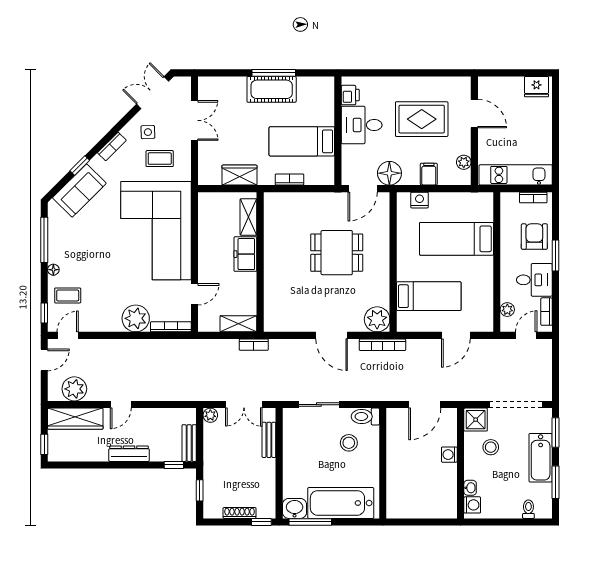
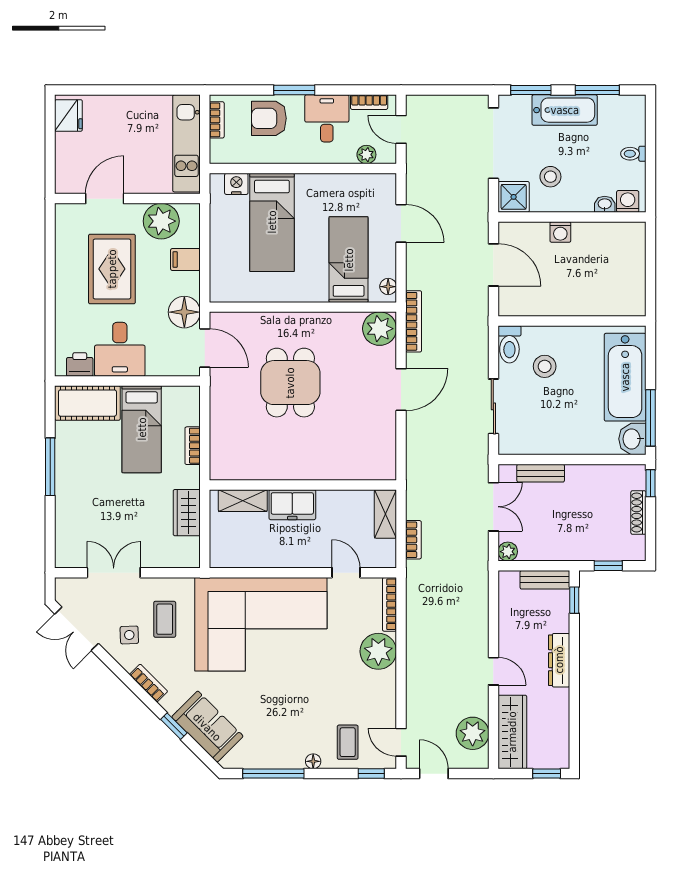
cot: (272, 89) -> (87, 403), moved, turned 90
plant: (464, 162) -> (161, 221), width x1.88, depth x1.88
nightstand: (420, 200) -> (236, 184), moved, turned 90
floor lamp: (409, 326) -> (388, 287), added
bookcase: (254, 345) -> (413, 540), moved
toilet: (528, 509) -> (633, 154), moved

